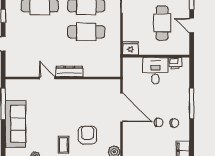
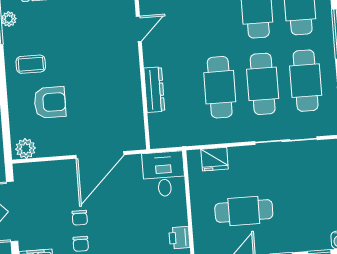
fridge: (130, 48) -> (215, 159), moved, turned 90
dresser: (69, 71) -> (154, 90), moved
desk: (155, 71) -> (164, 174), moved, turned -90

